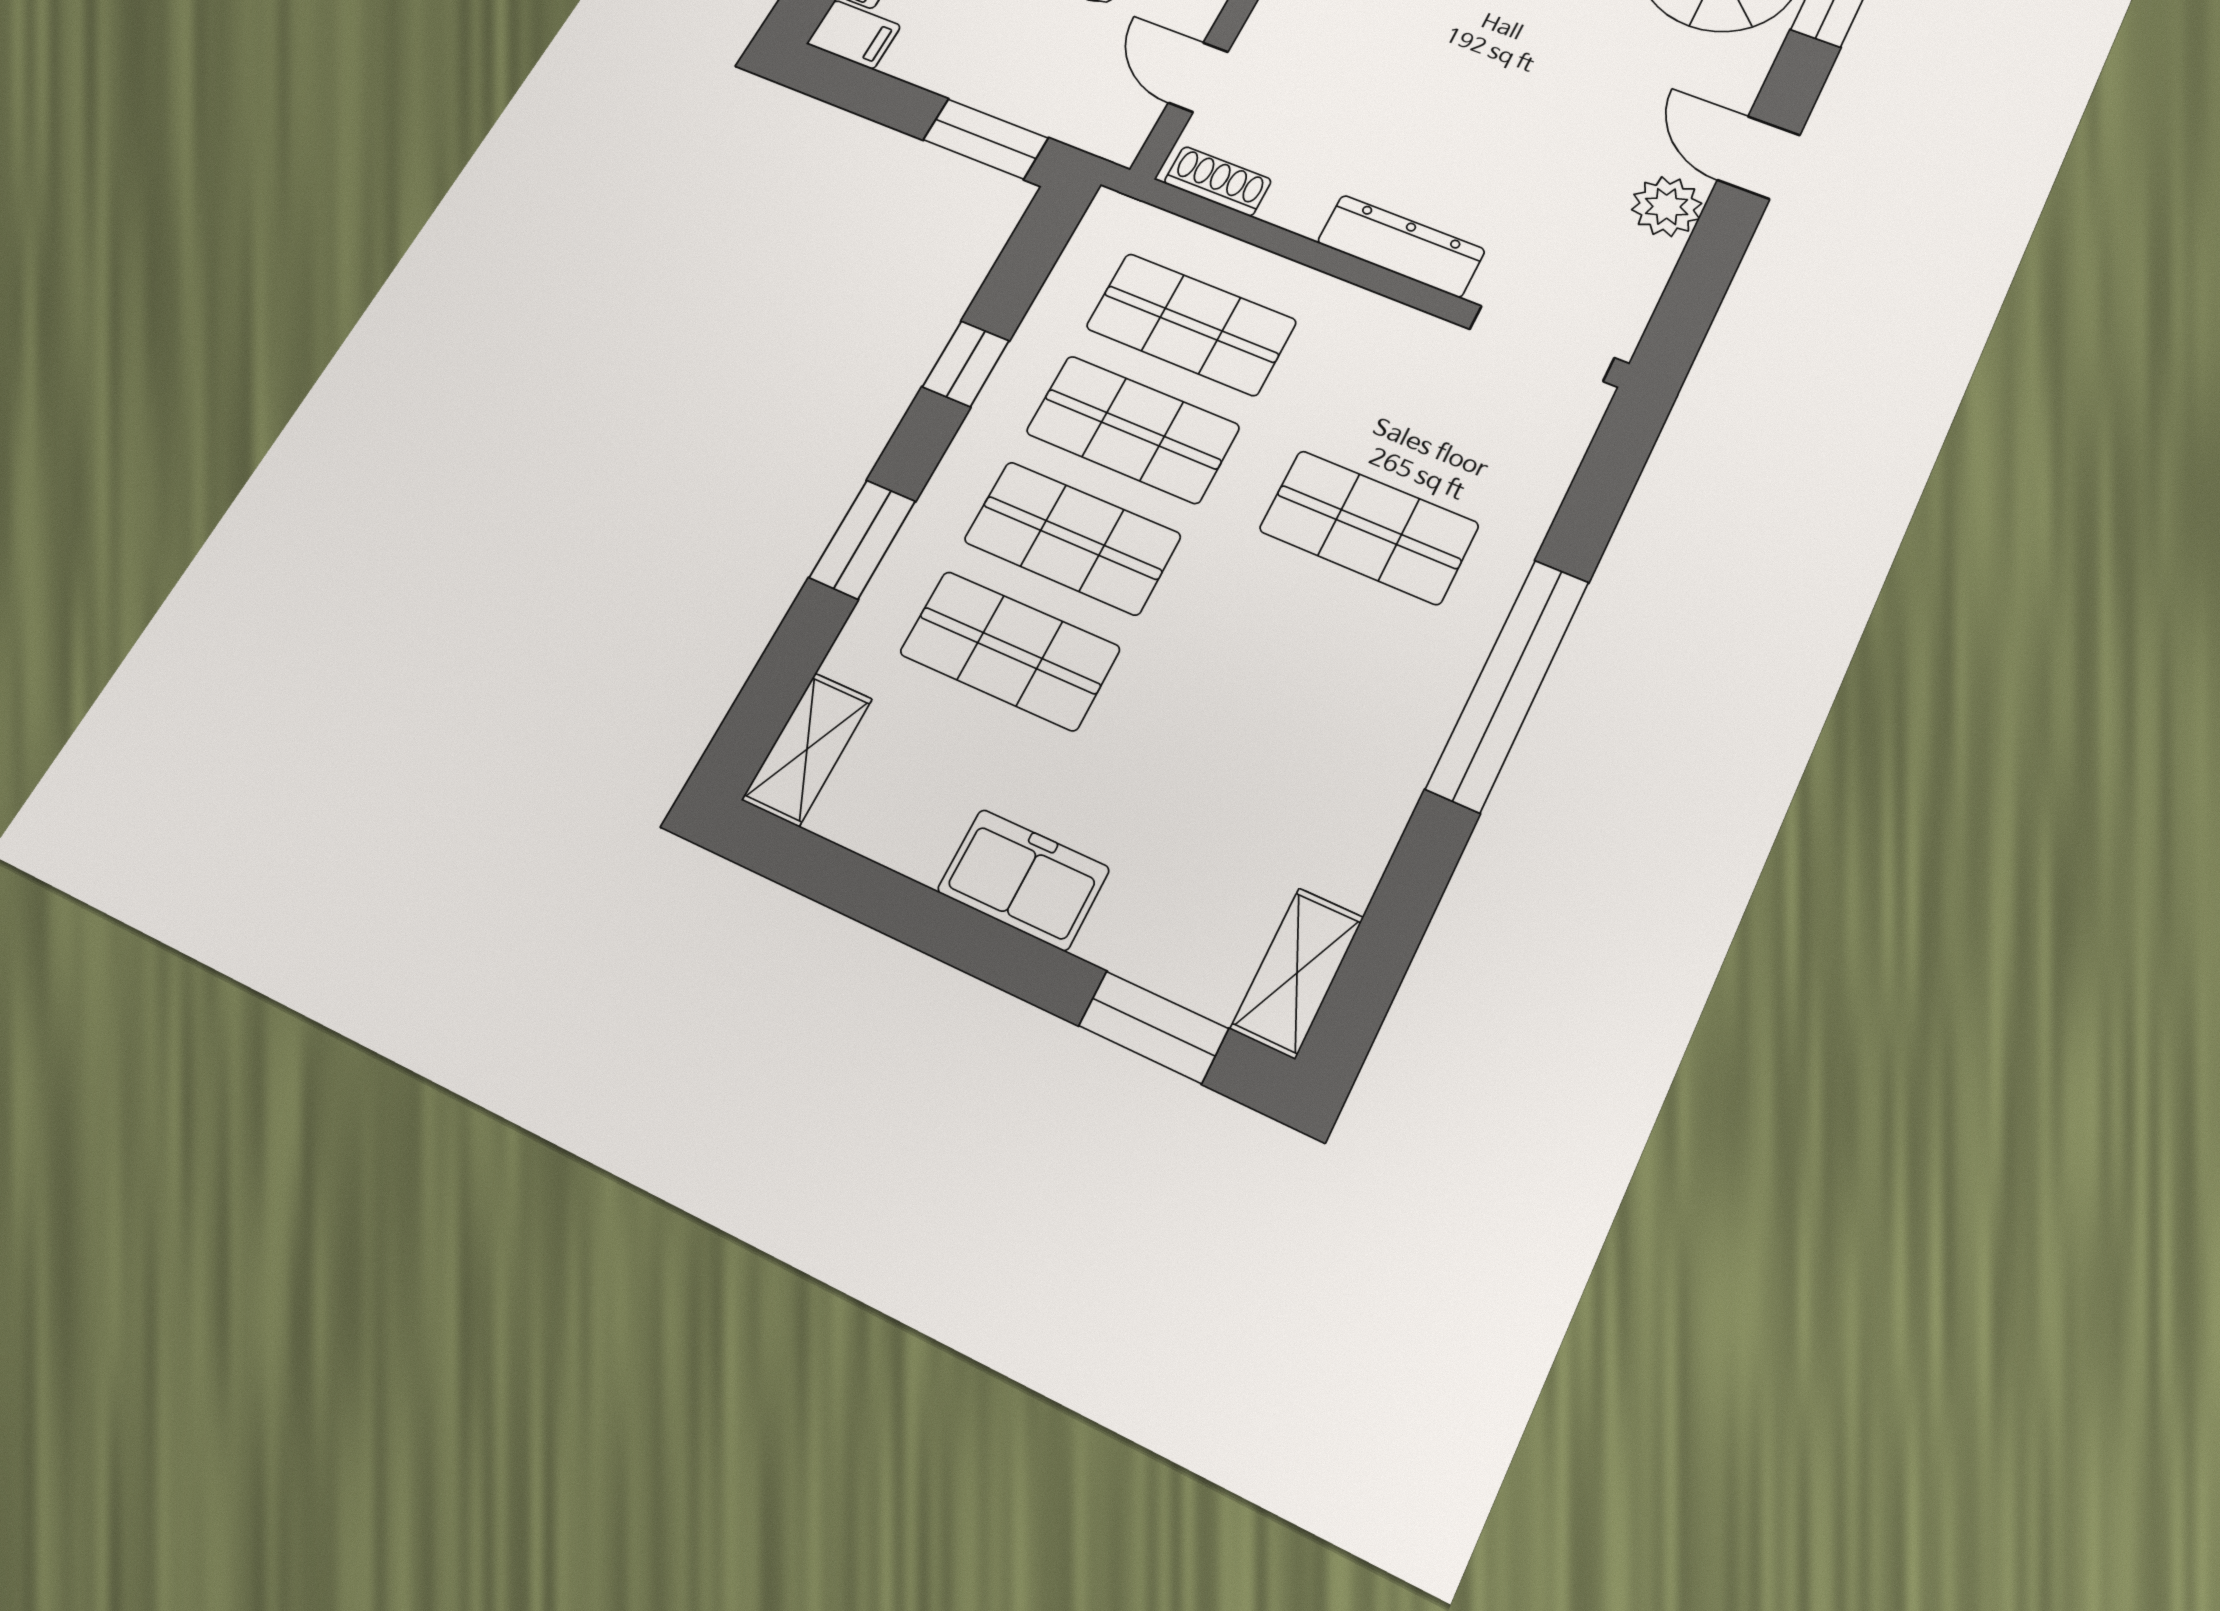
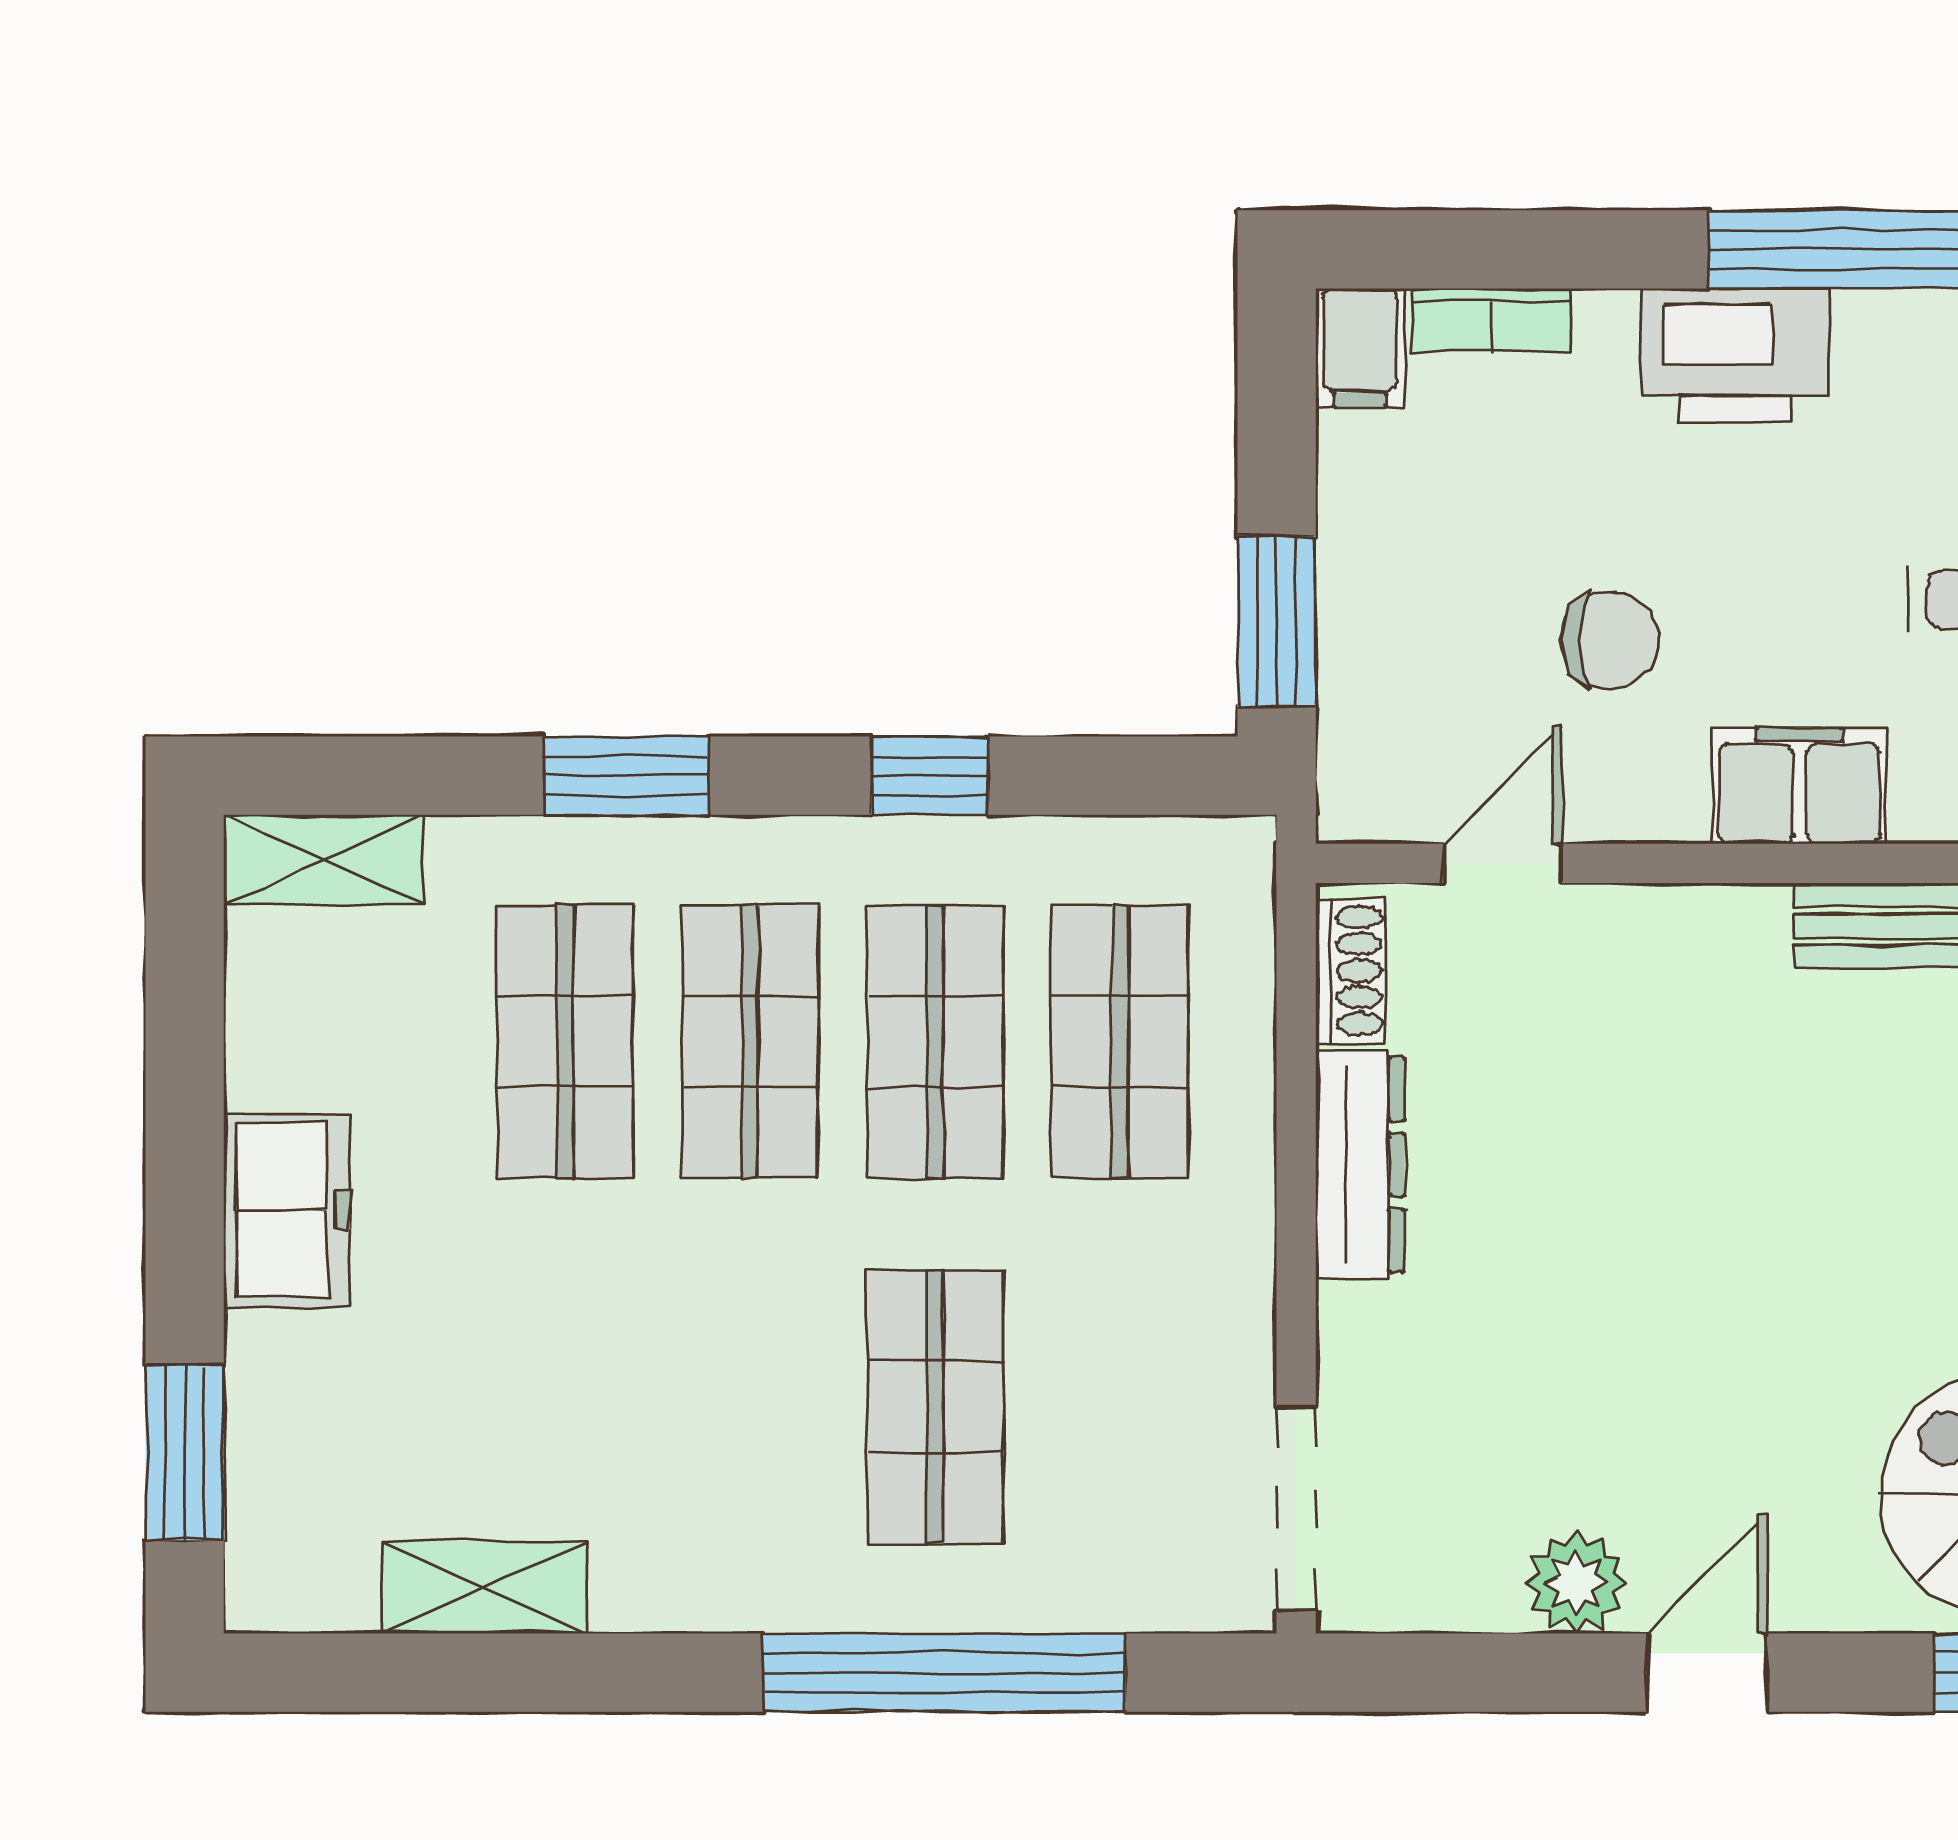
dresser: (1401, 246) -> (1360, 1165), moved
window: (1508, 685) -> (944, 1673), moved
shelving: (1297, 973) -> (485, 1587), moved

